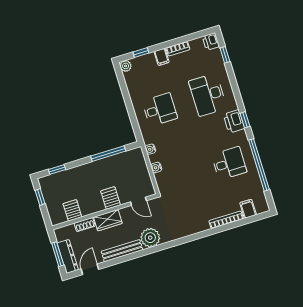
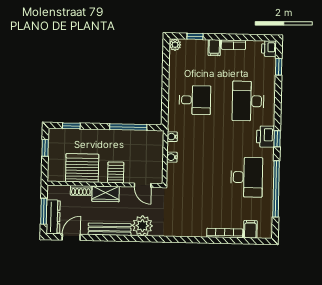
desk: (229, 163) -> (247, 177), width x1.37
server rack: (72, 210) -> (82, 168), width x2.18, depth x1.44

